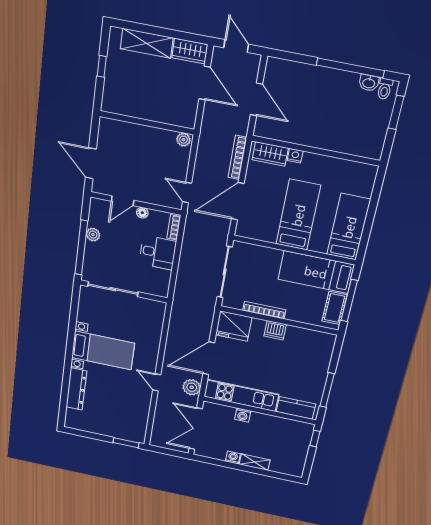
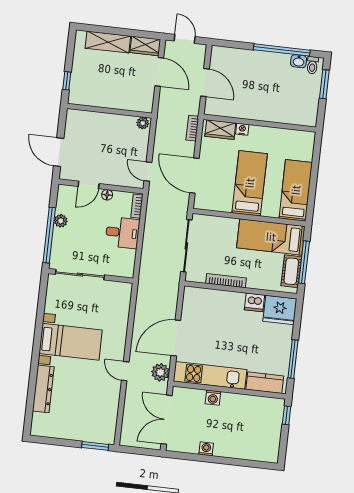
window: (102, 66) -> (67, 81), moved
bookcase: (237, 157) -> (192, 128), width x0.64
door: (238, 201) -> (194, 176), hinge flipped
fridge: (234, 326) -> (280, 310), moved
dishwasher: (275, 330) -> (254, 302), moved
shelving: (255, 462) -> (229, 451), removed

